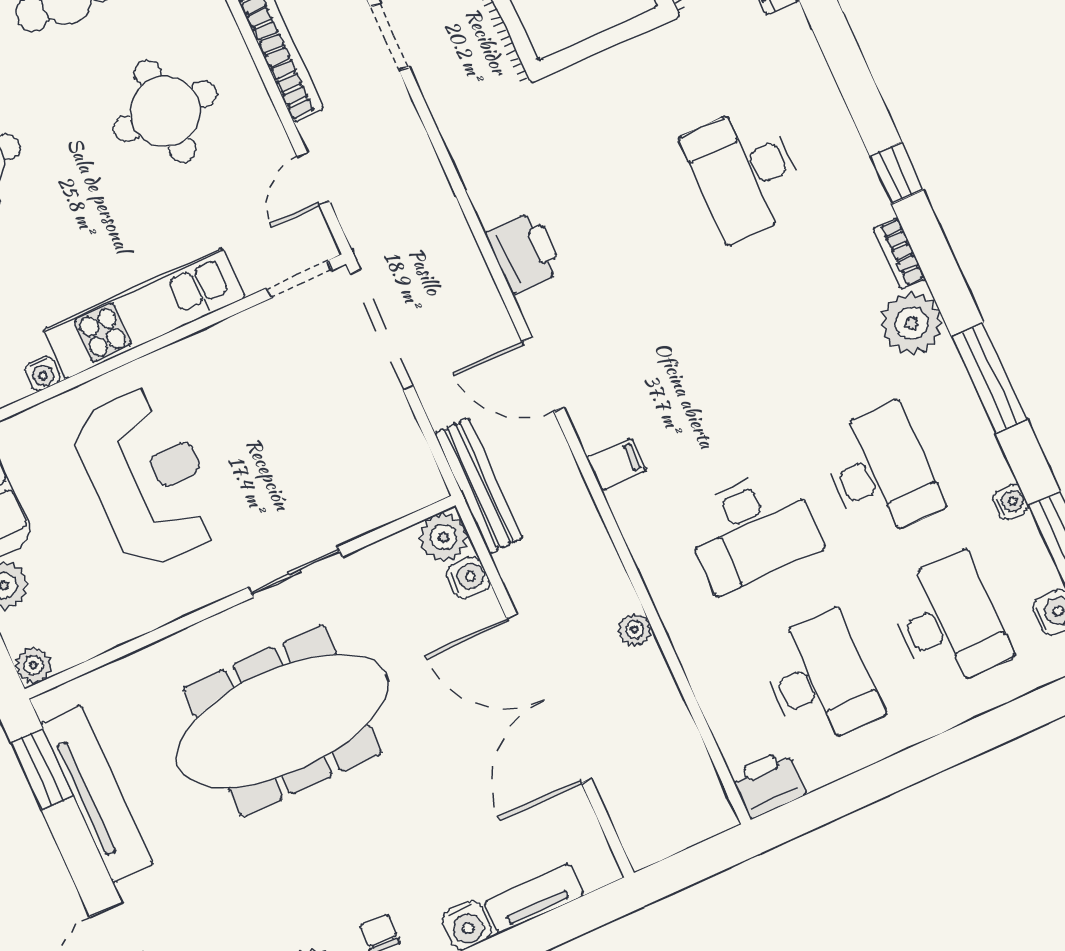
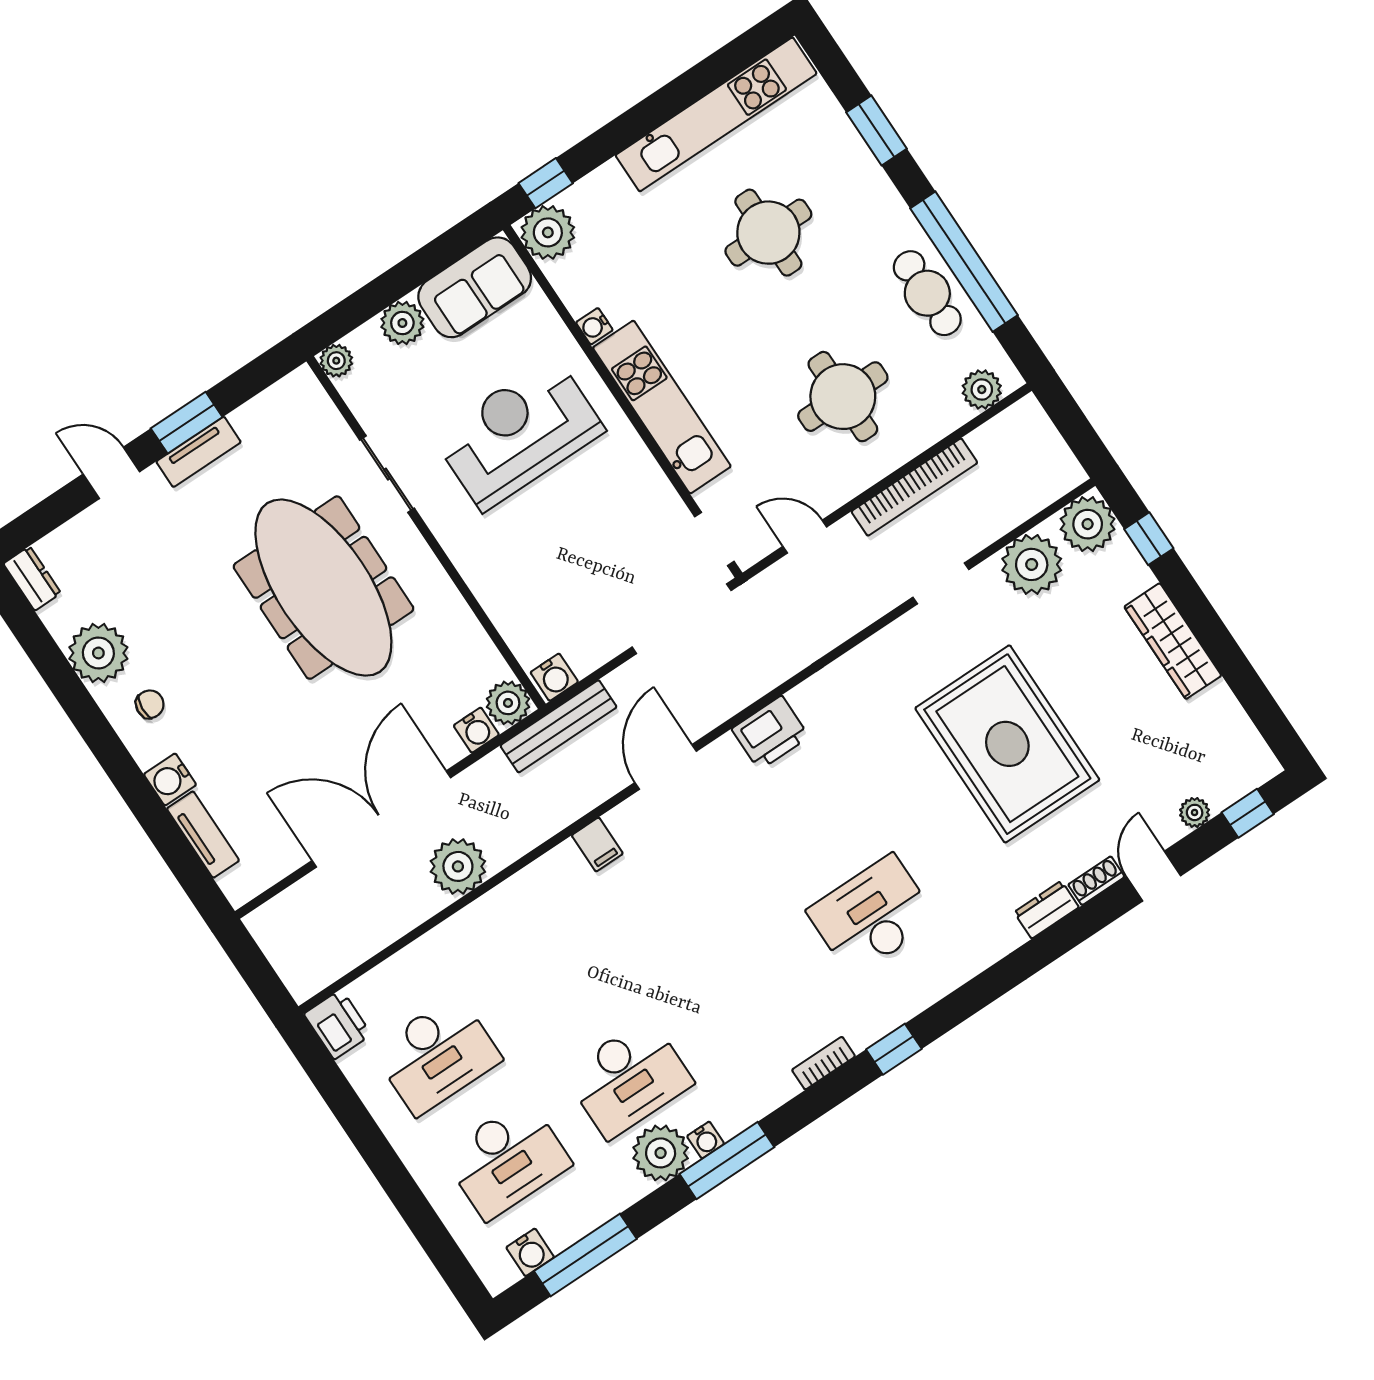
plant: (912, 323) -> (661, 1153), moved
reception desk: (147, 477) -> (519, 433), turned 180
water cooler: (423, 481) -> (554, 677), added
water cooler: (1010, 502) -> (706, 1140), moved
desk: (752, 530) -> (559, 973), removed
sliding door: (295, 572) -> (387, 474), moved
plant: (635, 630) -> (458, 866), width x1.88, depth x1.88
window: (42, 769) -> (187, 423), moved
tv unit: (97, 794) -> (199, 452), width x0.52, depth x0.78

